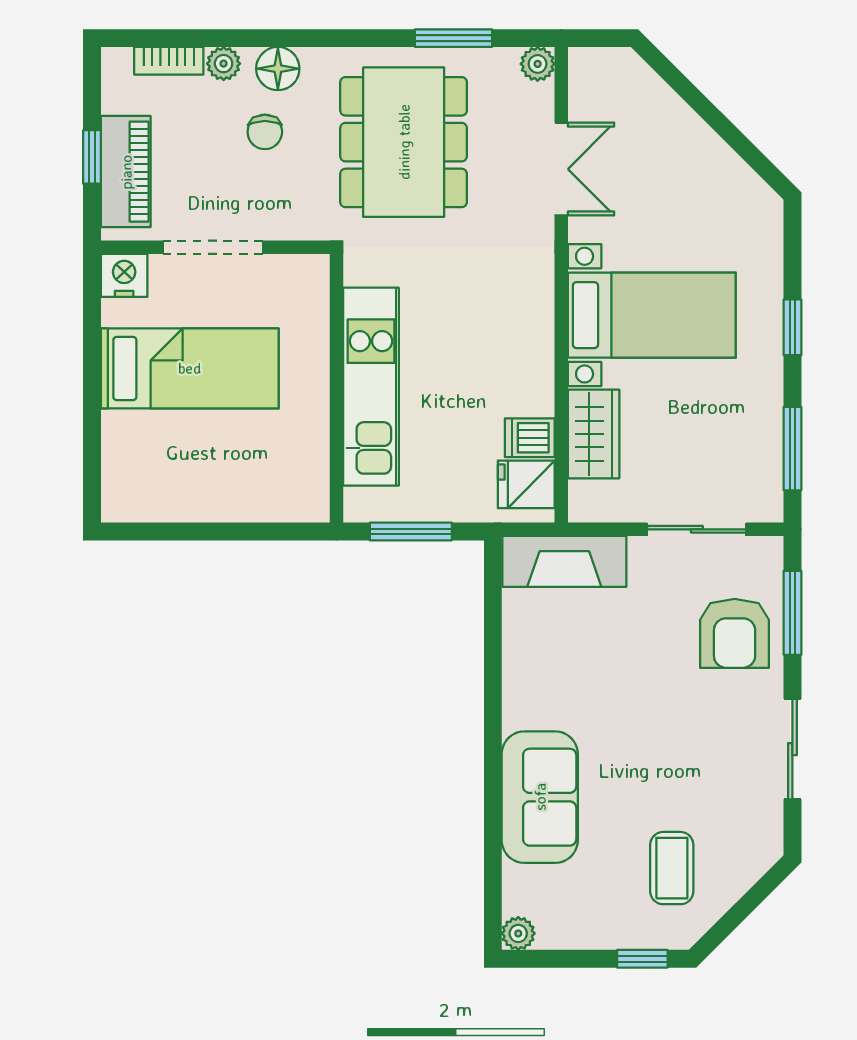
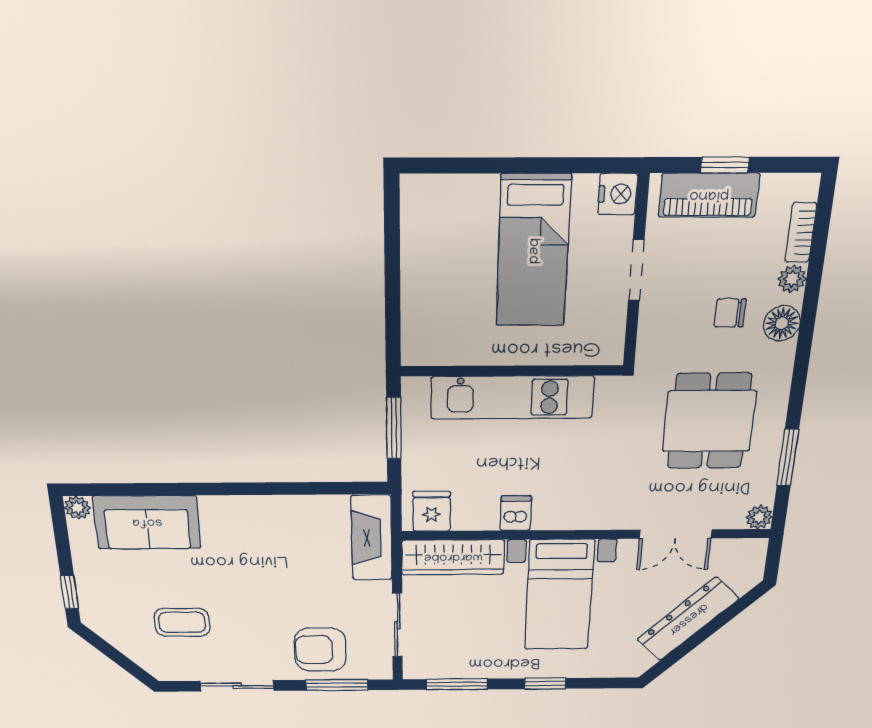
dresser: (690, 141) -> (688, 619), added
dining table: (404, 142) -> (709, 421), width x0.73
doorway: (213, 247) -> (636, 271), width x0.73
wardrobe: (594, 434) -> (453, 557), width x1.50
dishwasher: (530, 438) -> (516, 513), moved
sofa: (540, 797) -> (147, 522), moved
coffee table: (672, 868) -> (182, 622), moved

